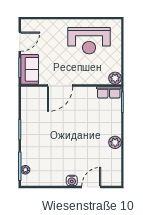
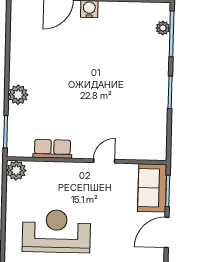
door: (60, 85) -> (104, 161), width x0.53
row of seats: (109, 92) -> (52, 149), moved
plant: (115, 142) -> (18, 95), moved

